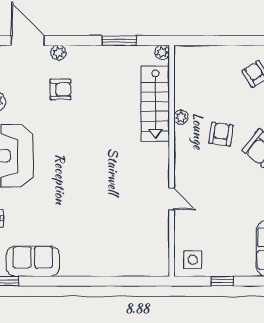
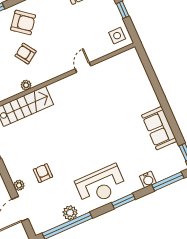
armchair: (221, 134) -> (26, 54), turned 48
sofa: (33, 261) -> (159, 128), moved

